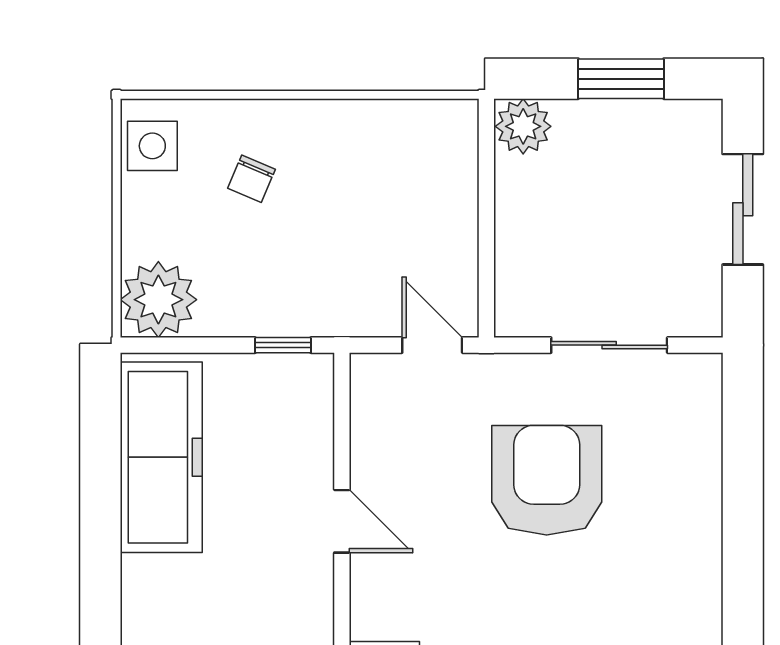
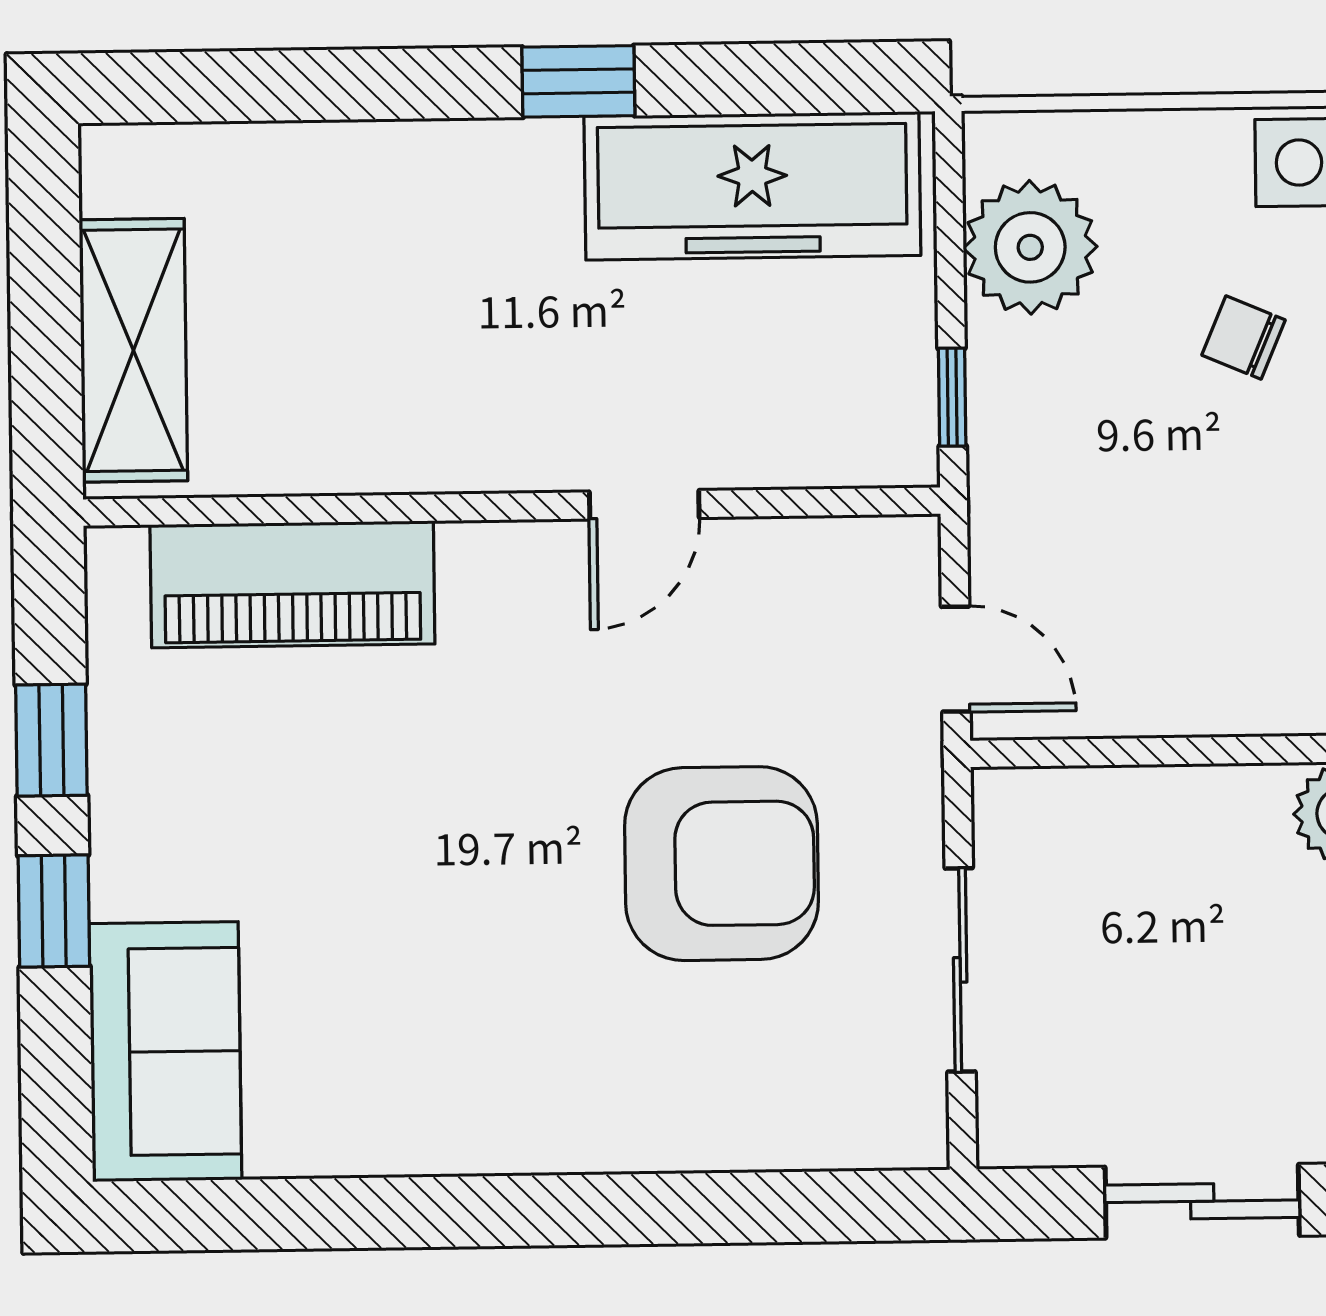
plant: (158, 300) -> (1030, 247), moved
door: (432, 345) -> (956, 659), hinge flipped
window: (100, 555) -> (578, 81), added

